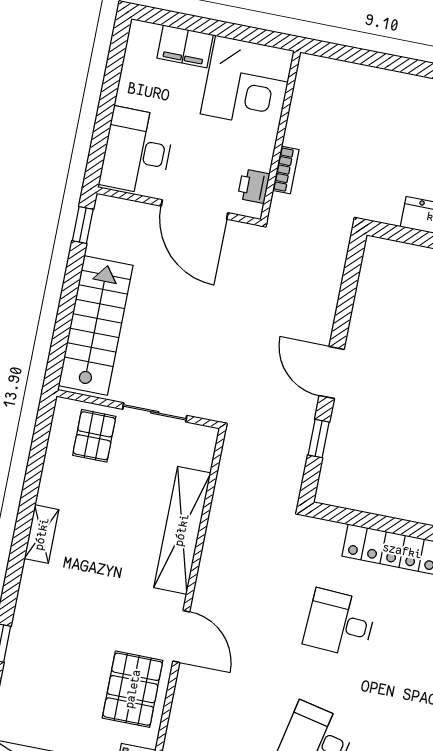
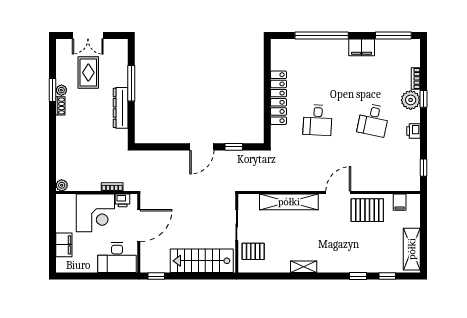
plant: (310, 66) -> (62, 185), added
corner desk: (247, 82) -> (95, 213), moved, turned 90

